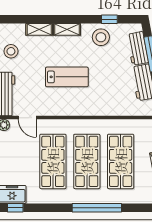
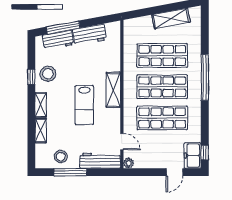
window: (109, 19) -> (31, 77), moved
lab bench: (67, 77) -> (84, 105), turned 180
shelving: (83, 108) -> (113, 90), added
door: (27, 118) -> (122, 142), hinge flipped

